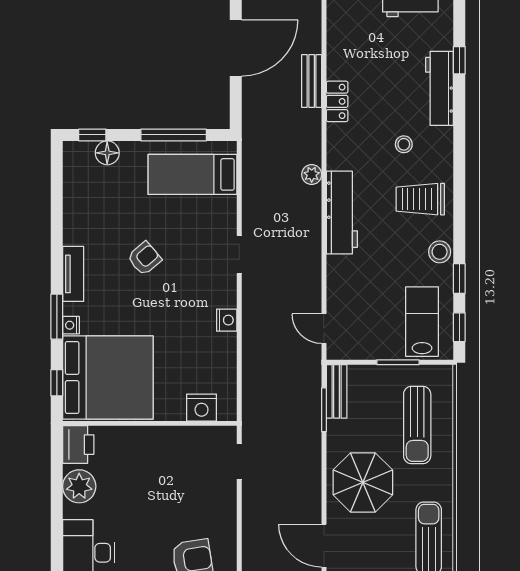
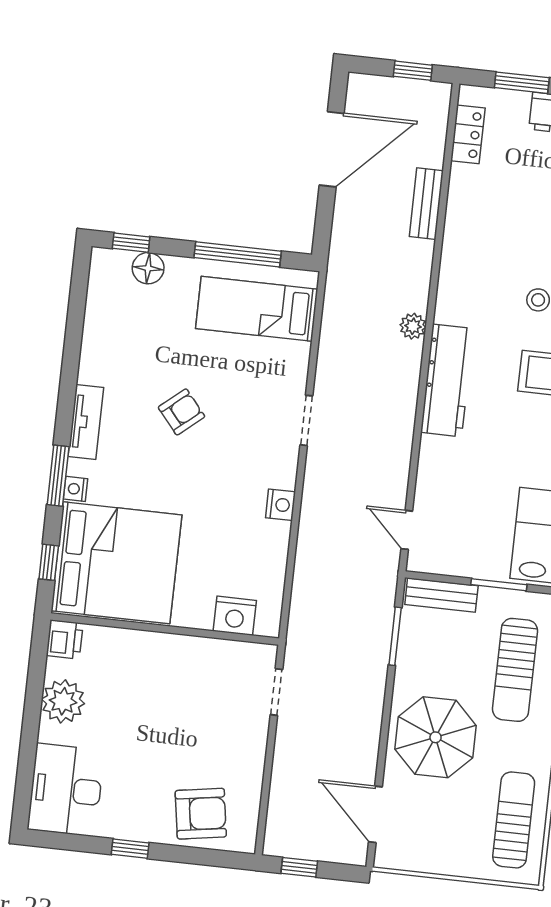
locker: (337, 101) -> (468, 134), moved
bench: (337, 391) -> (441, 595), moved, turned 90
printer: (78, 445) -> (65, 639), width x0.73, depth x0.81

